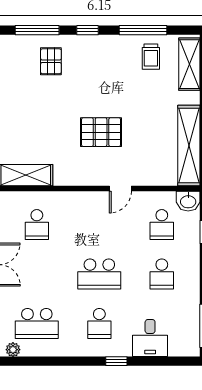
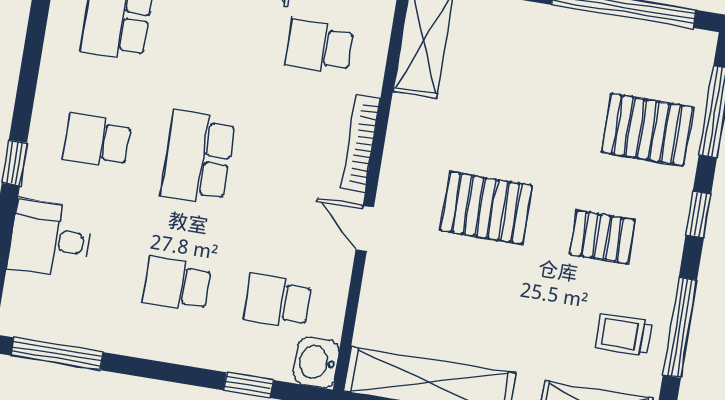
pallet: (51, 61) -> (647, 130), width x1.50, depth x1.42
pallet: (106, 74) -> (602, 237), added
pallet: (101, 132) -> (486, 208), turned 90
bookcase: (80, 197) -> (361, 143), added

